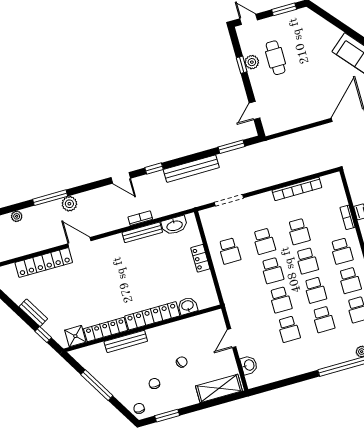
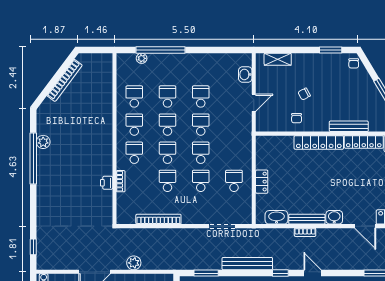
plant: (69, 204) -> (134, 263), moved
washbasin: (188, 306) -> (334, 217), moved, turned 180
chair: (154, 384) -> (297, 118), moved
shelving: (219, 388) -> (278, 59), width x0.67, depth x0.75

